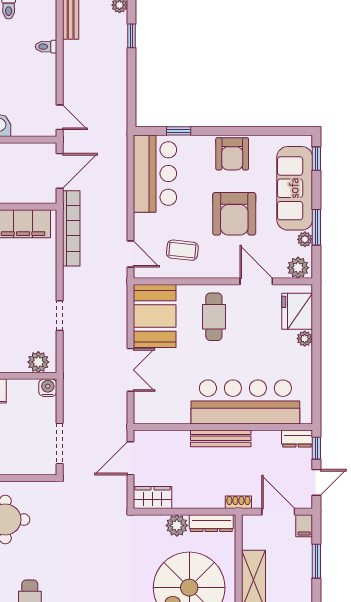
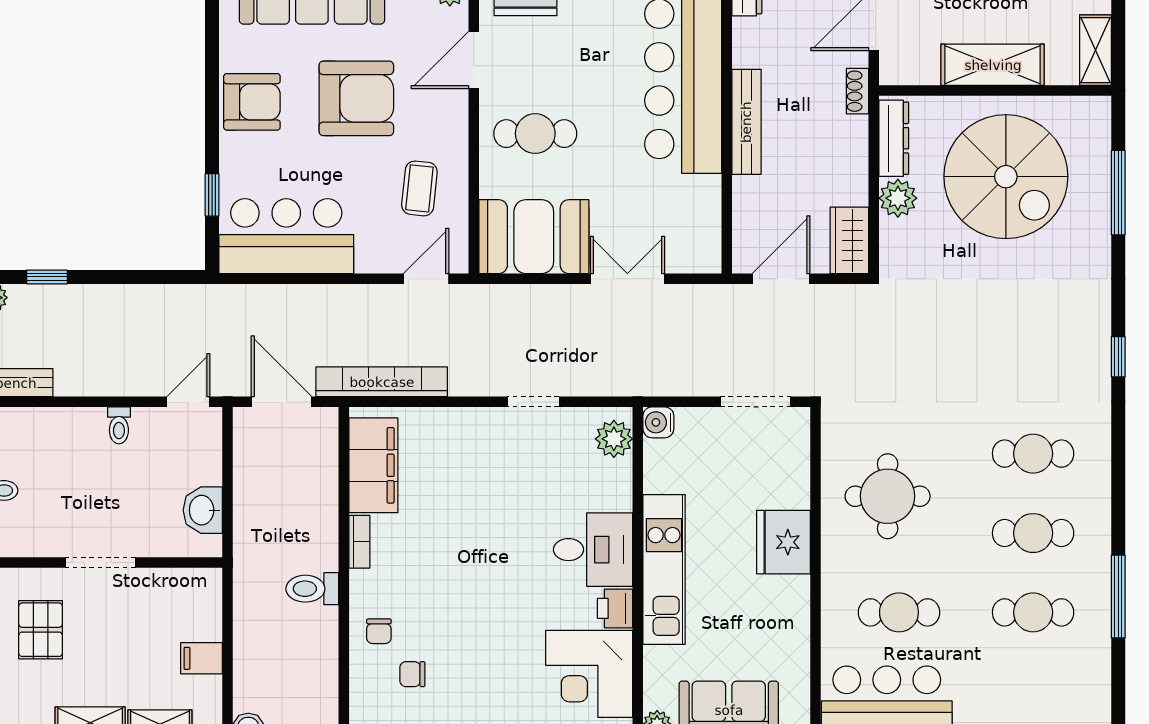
toilet: (46, 47) -> (119, 425), moved
door: (130, 458) -> (781, 279), swing flipped

